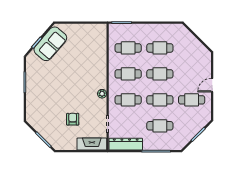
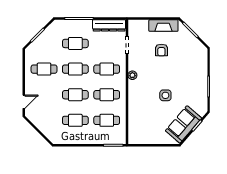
side table: (69, 73) -> (165, 95), added
door: (212, 85) -> (24, 102), moved
fireplace: (92, 144) -> (163, 26), moved

